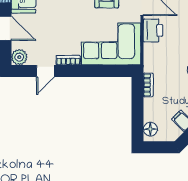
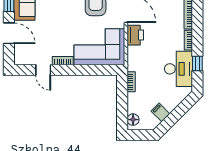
plant: (19, 57) -> (21, 58), removed
door: (45, 71) -> (43, 70), hinge flipped

